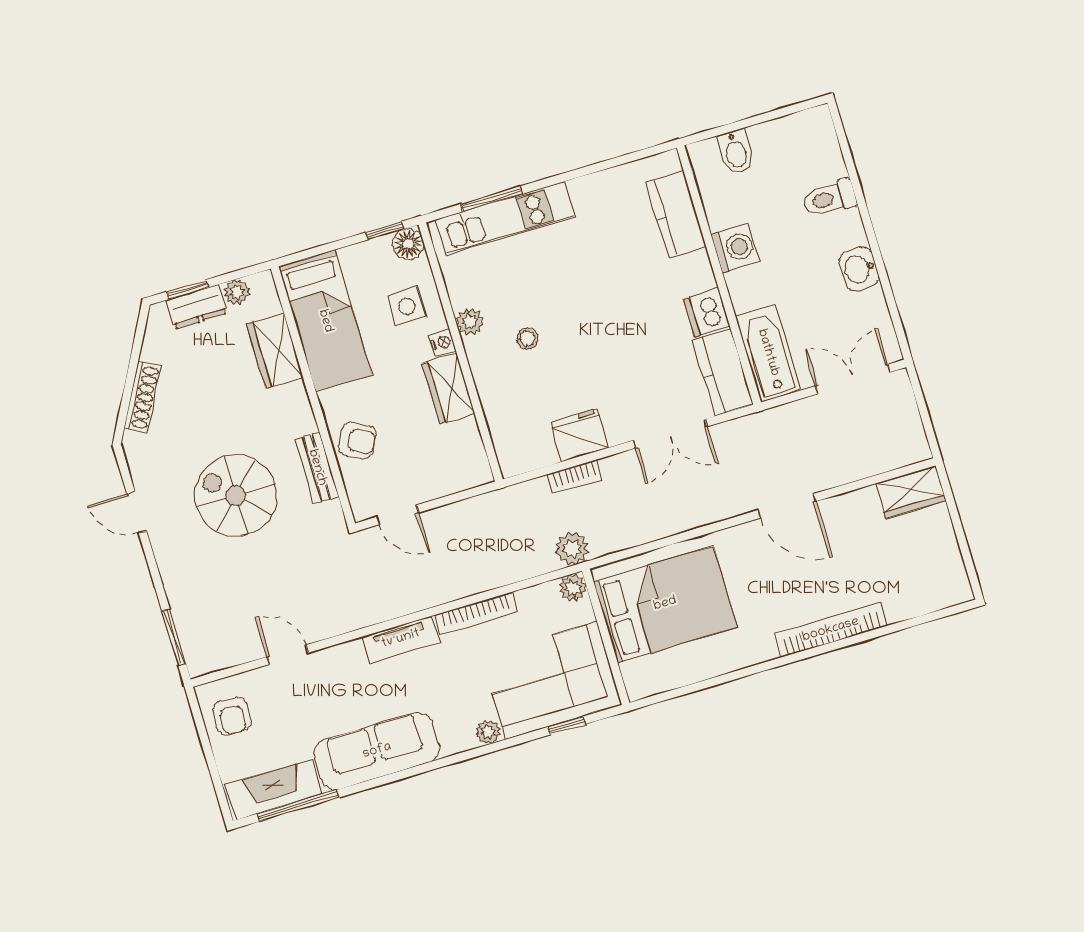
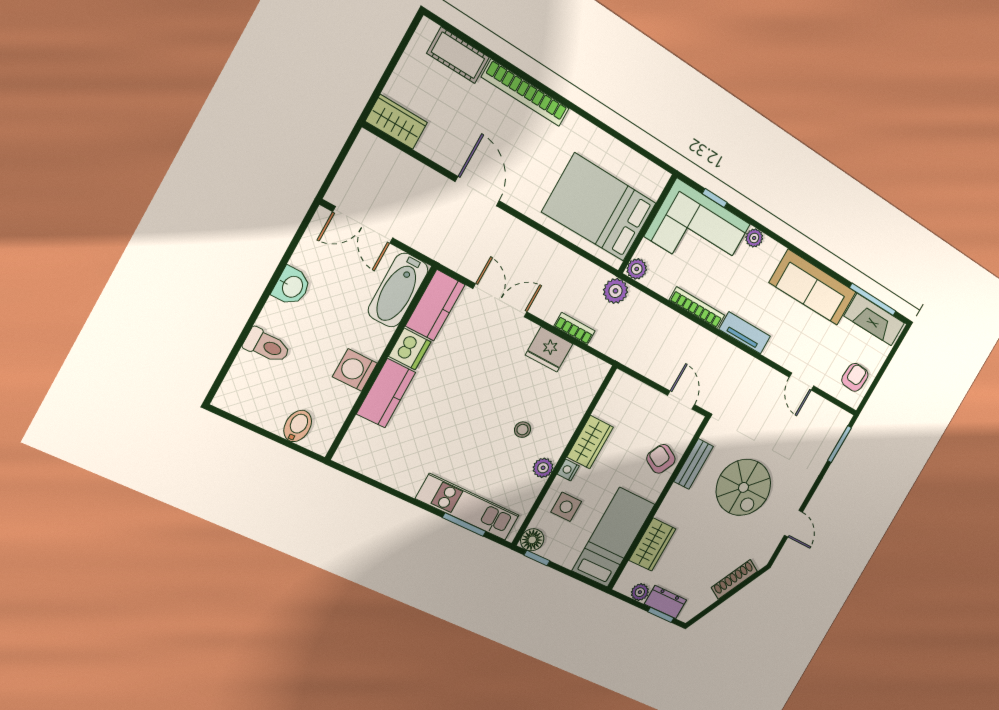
kitchen counter: (676, 214) -> (386, 393), moved
cot: (917, 599) -> (458, 55), added

